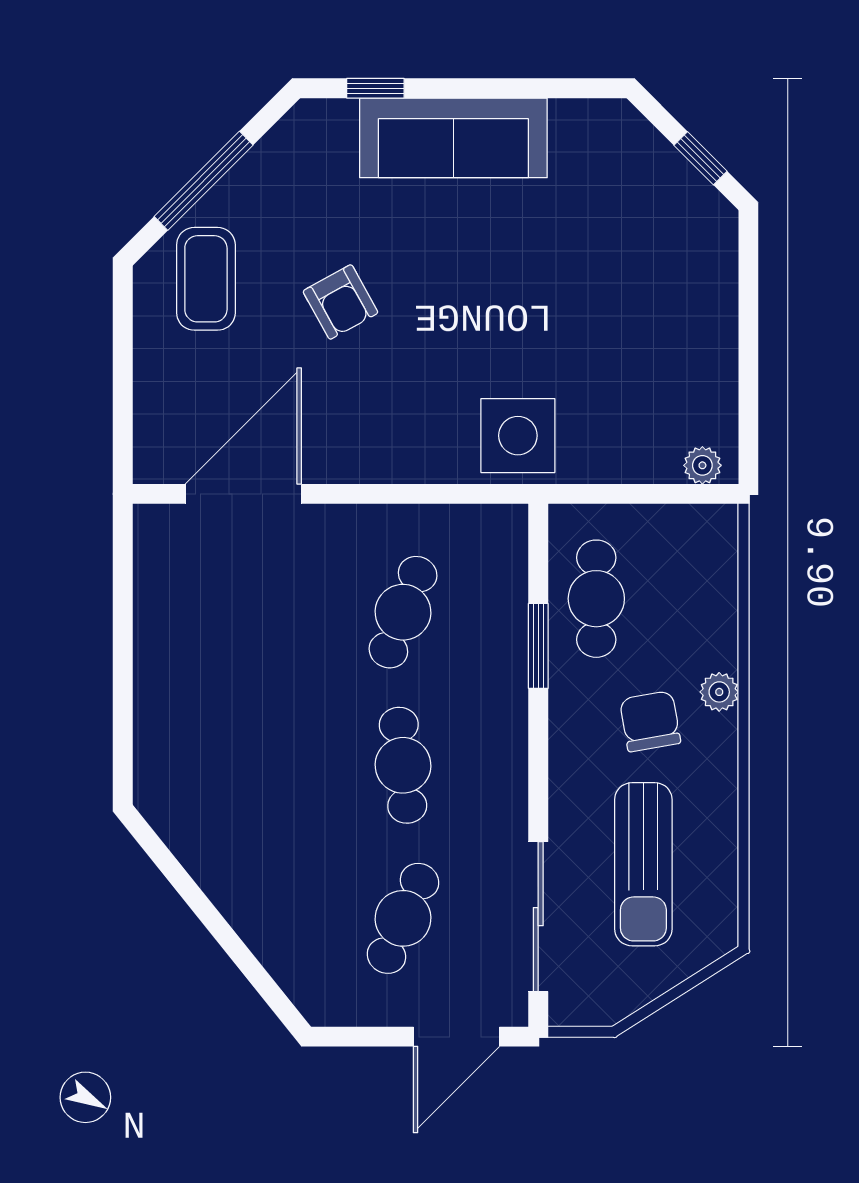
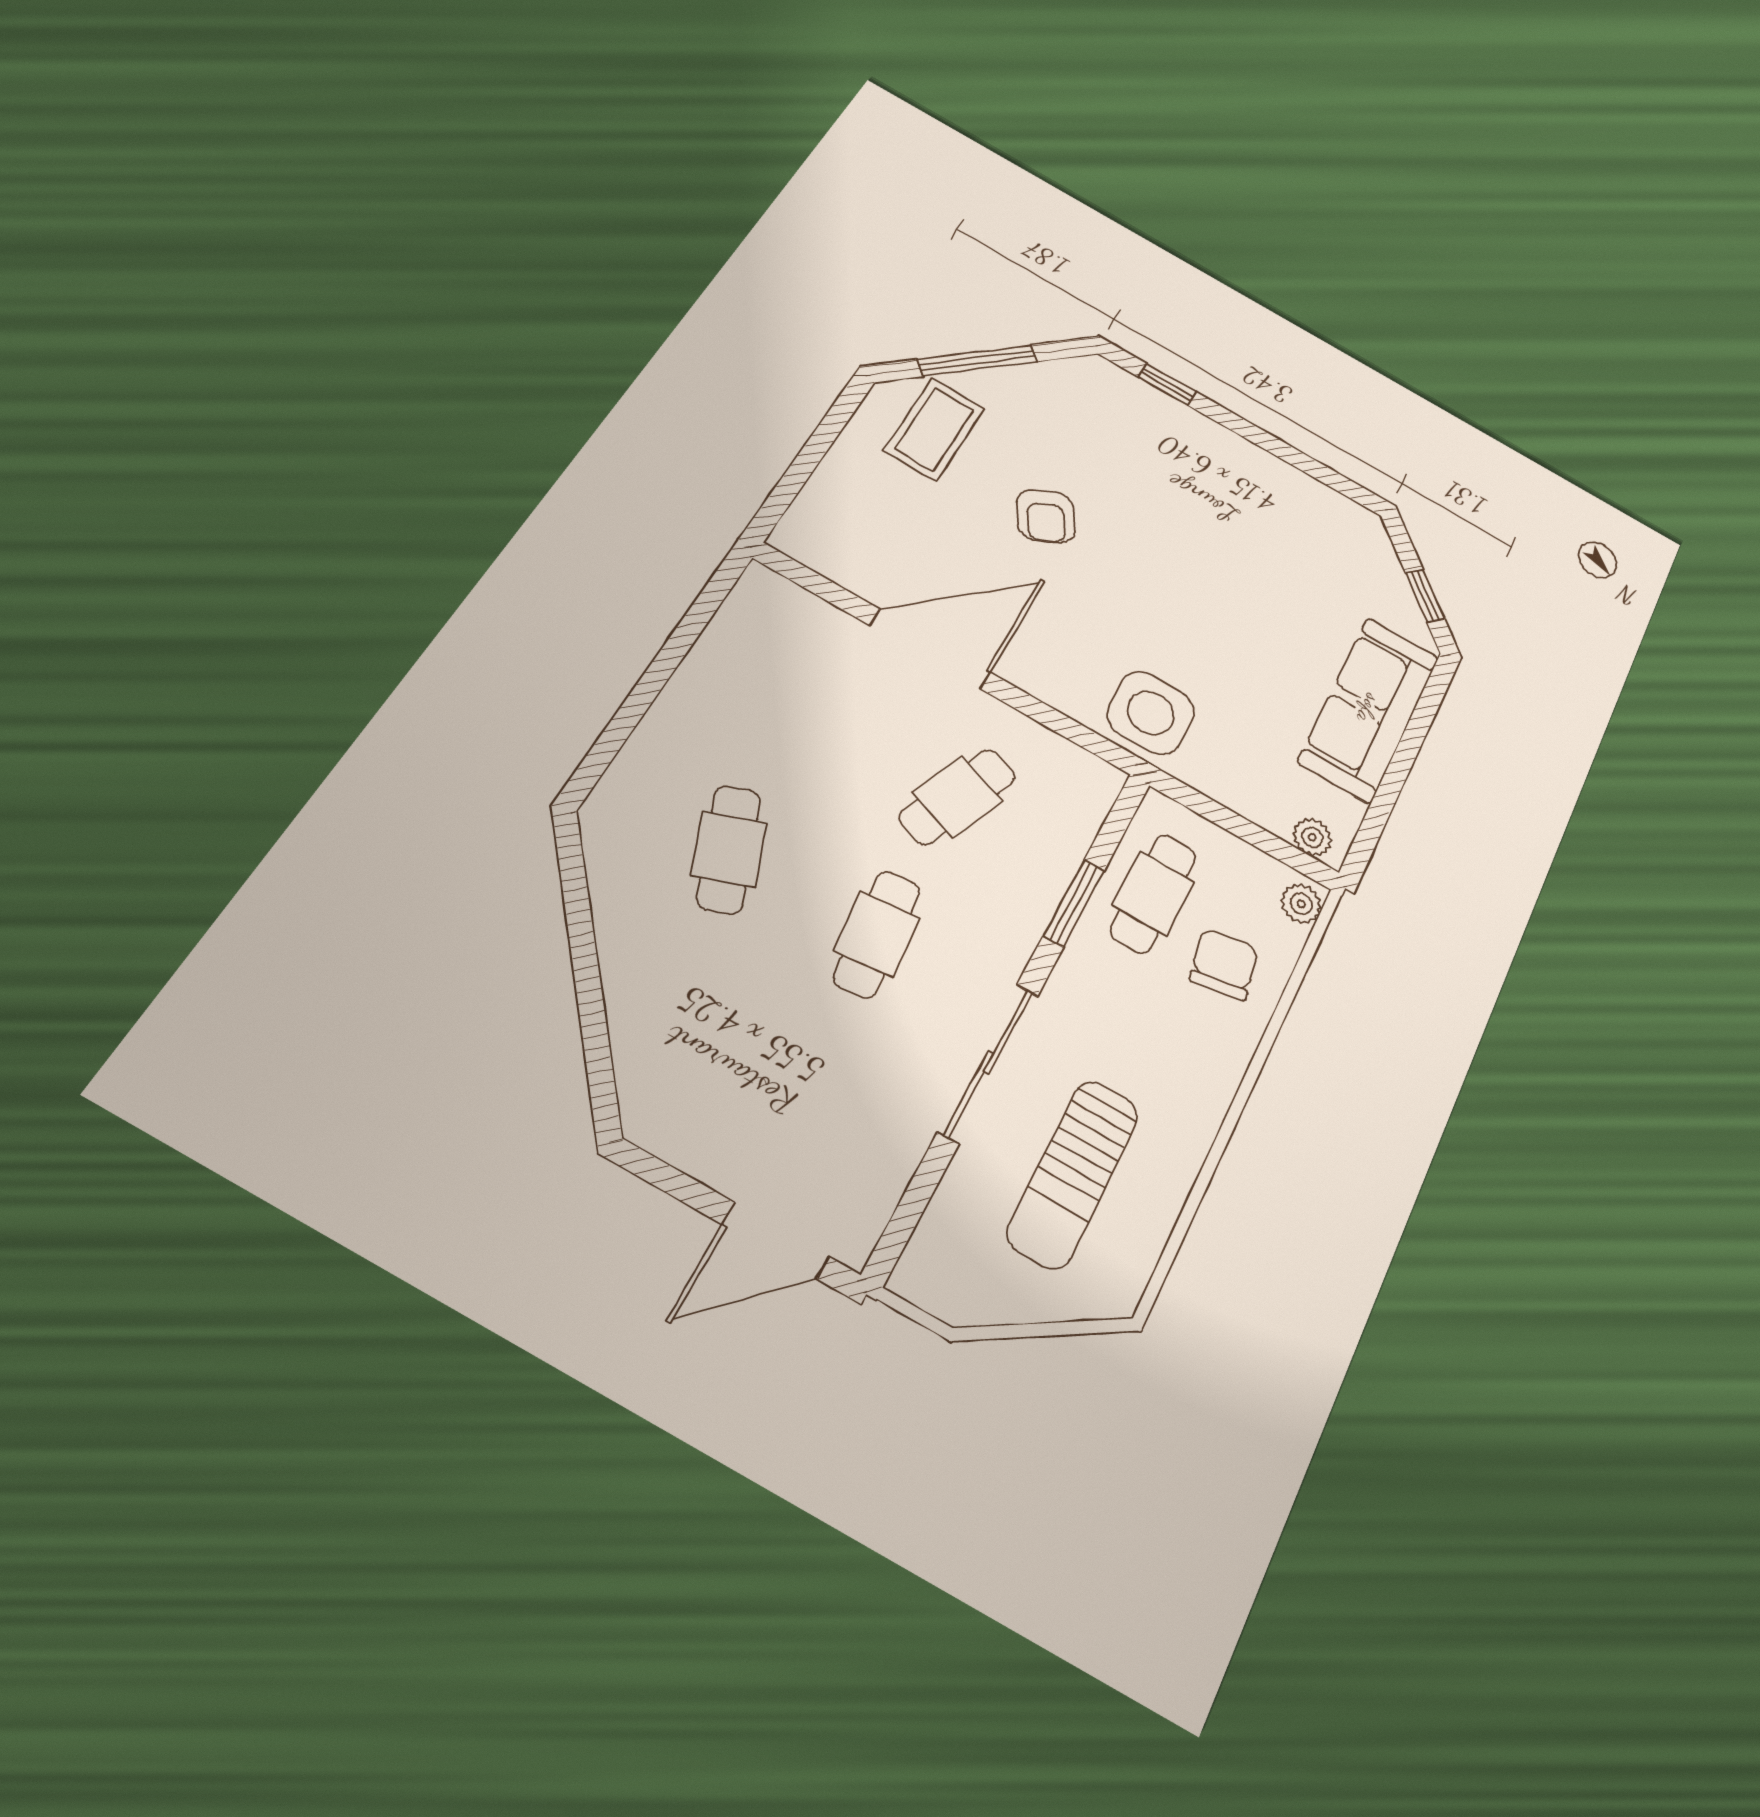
sofa: (453, 138) -> (1369, 709), moved, turned 90
door: (243, 494) -> (930, 649), moved
plant: (719, 692) -> (1301, 904), moved
chair: (650, 721) -> (1224, 964), moved
sliding door: (538, 917) -> (989, 1063), moved
cafe table: (403, 918) -> (729, 849), moved, turned -45

